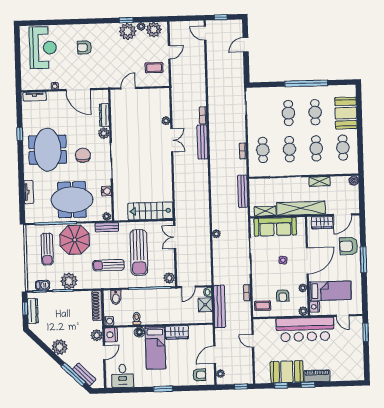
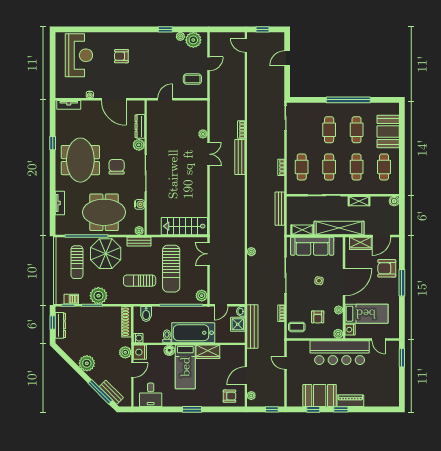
plant: (128, 31) -> (166, 41), removed
bathtub: (162, 314) -> (193, 333), added

